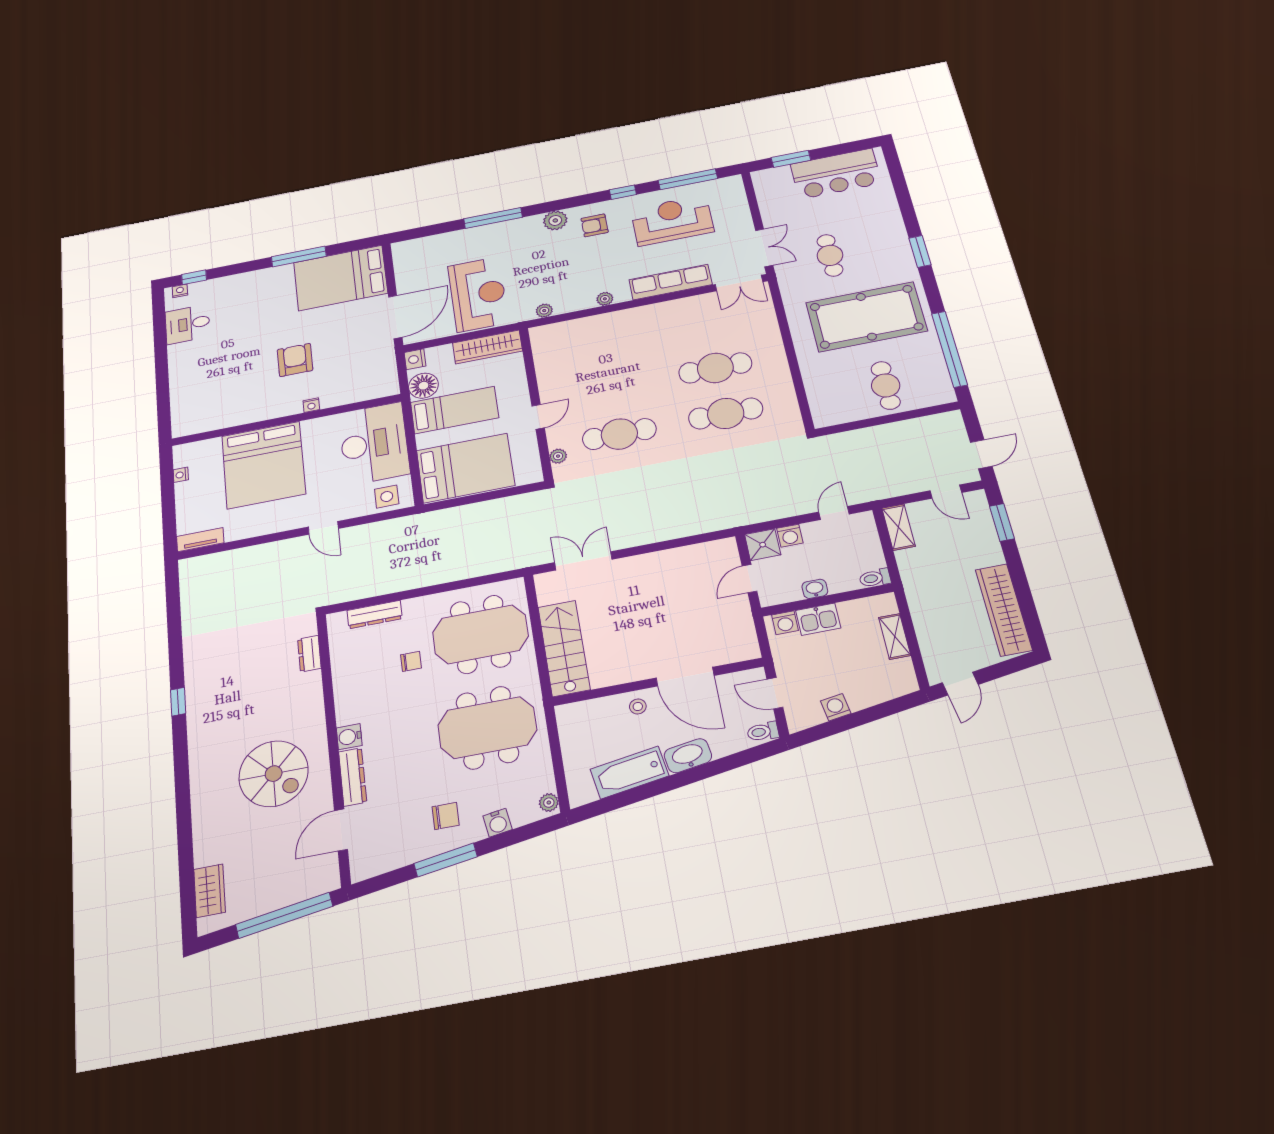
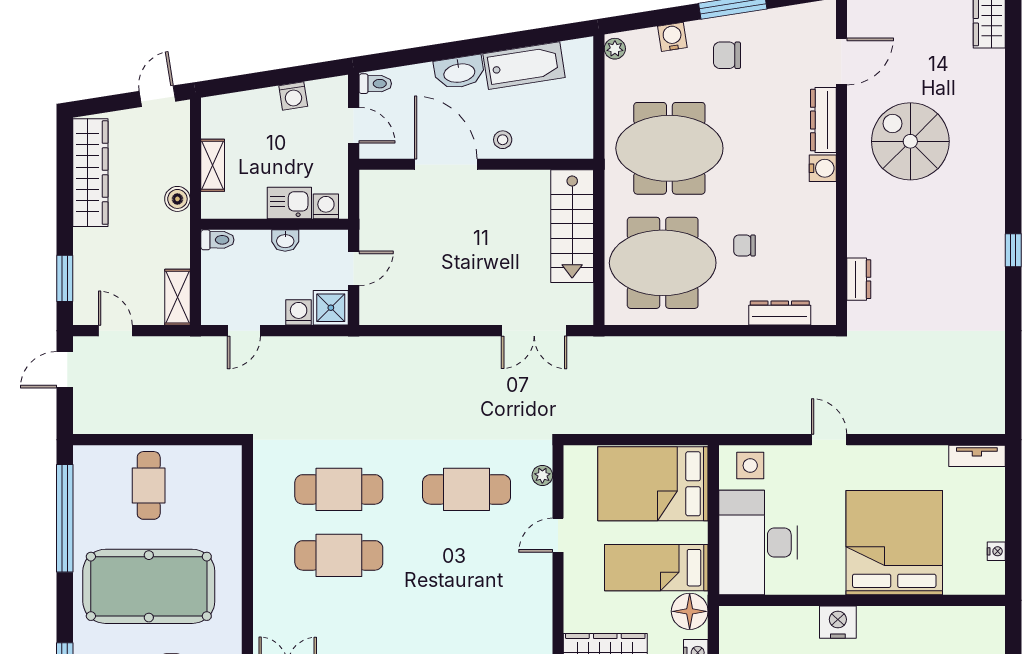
nightstand: (311, 405) -> (838, 622), width x1.89, depth x1.79
boiler: (919, 603) -> (177, 199), added

